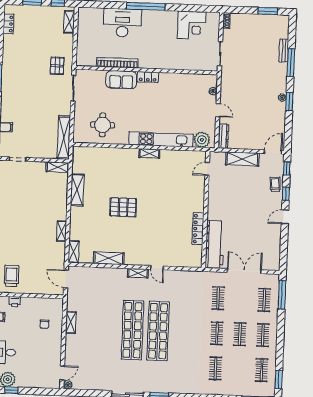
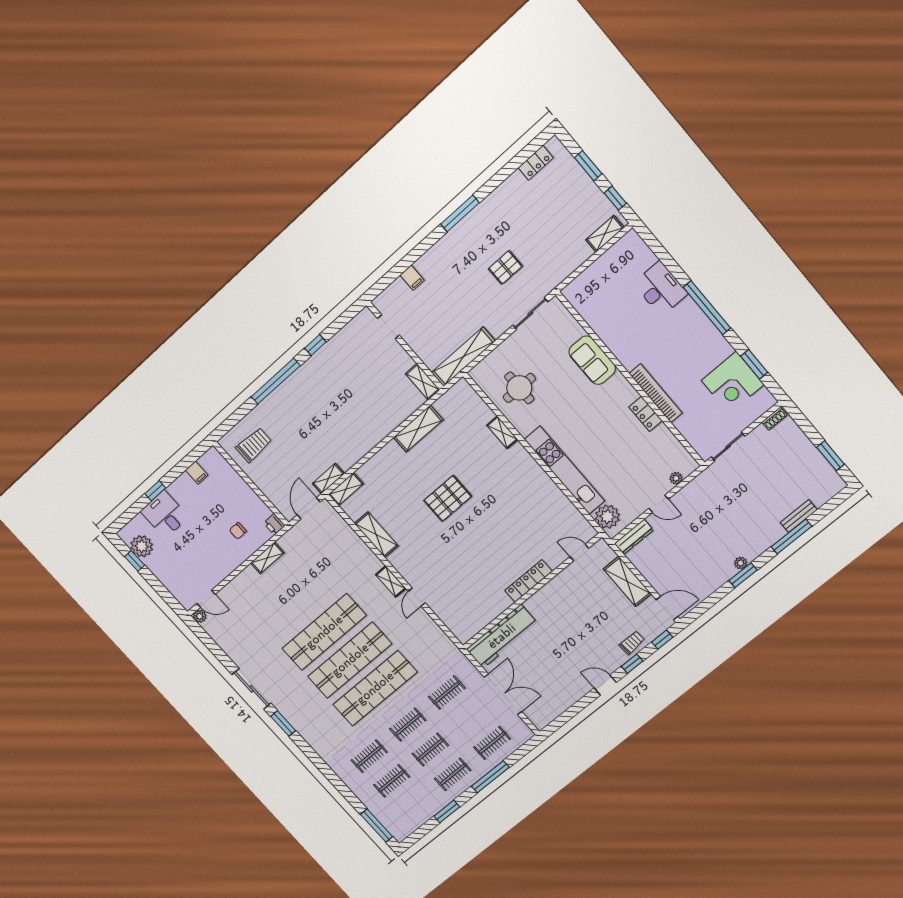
window: (192, 8) -> (754, 364), added
desk: (122, 23) -> (660, 289), width x0.73, depth x0.77
bookcase: (117, 63) -> (656, 393), moved
pallet: (57, 66) -> (505, 267), moved
locker: (148, 77) -> (646, 414), moved
door: (218, 110) -> (659, 504), hinge flipped
shelving: (149, 153) -> (502, 432), moved
pallet: (123, 207) -> (448, 498), turned 90
locker: (198, 229) -> (529, 581), moved
shelving: (62, 231) -> (328, 479), moved
window: (282, 295) -> (490, 777), moved
printer: (15, 302) -> (274, 524), moved
shop shelf: (184, 332) -> (375, 688), added
clothes rail: (262, 370) -> (392, 781), moved
window: (279, 380) -> (447, 812), moved

